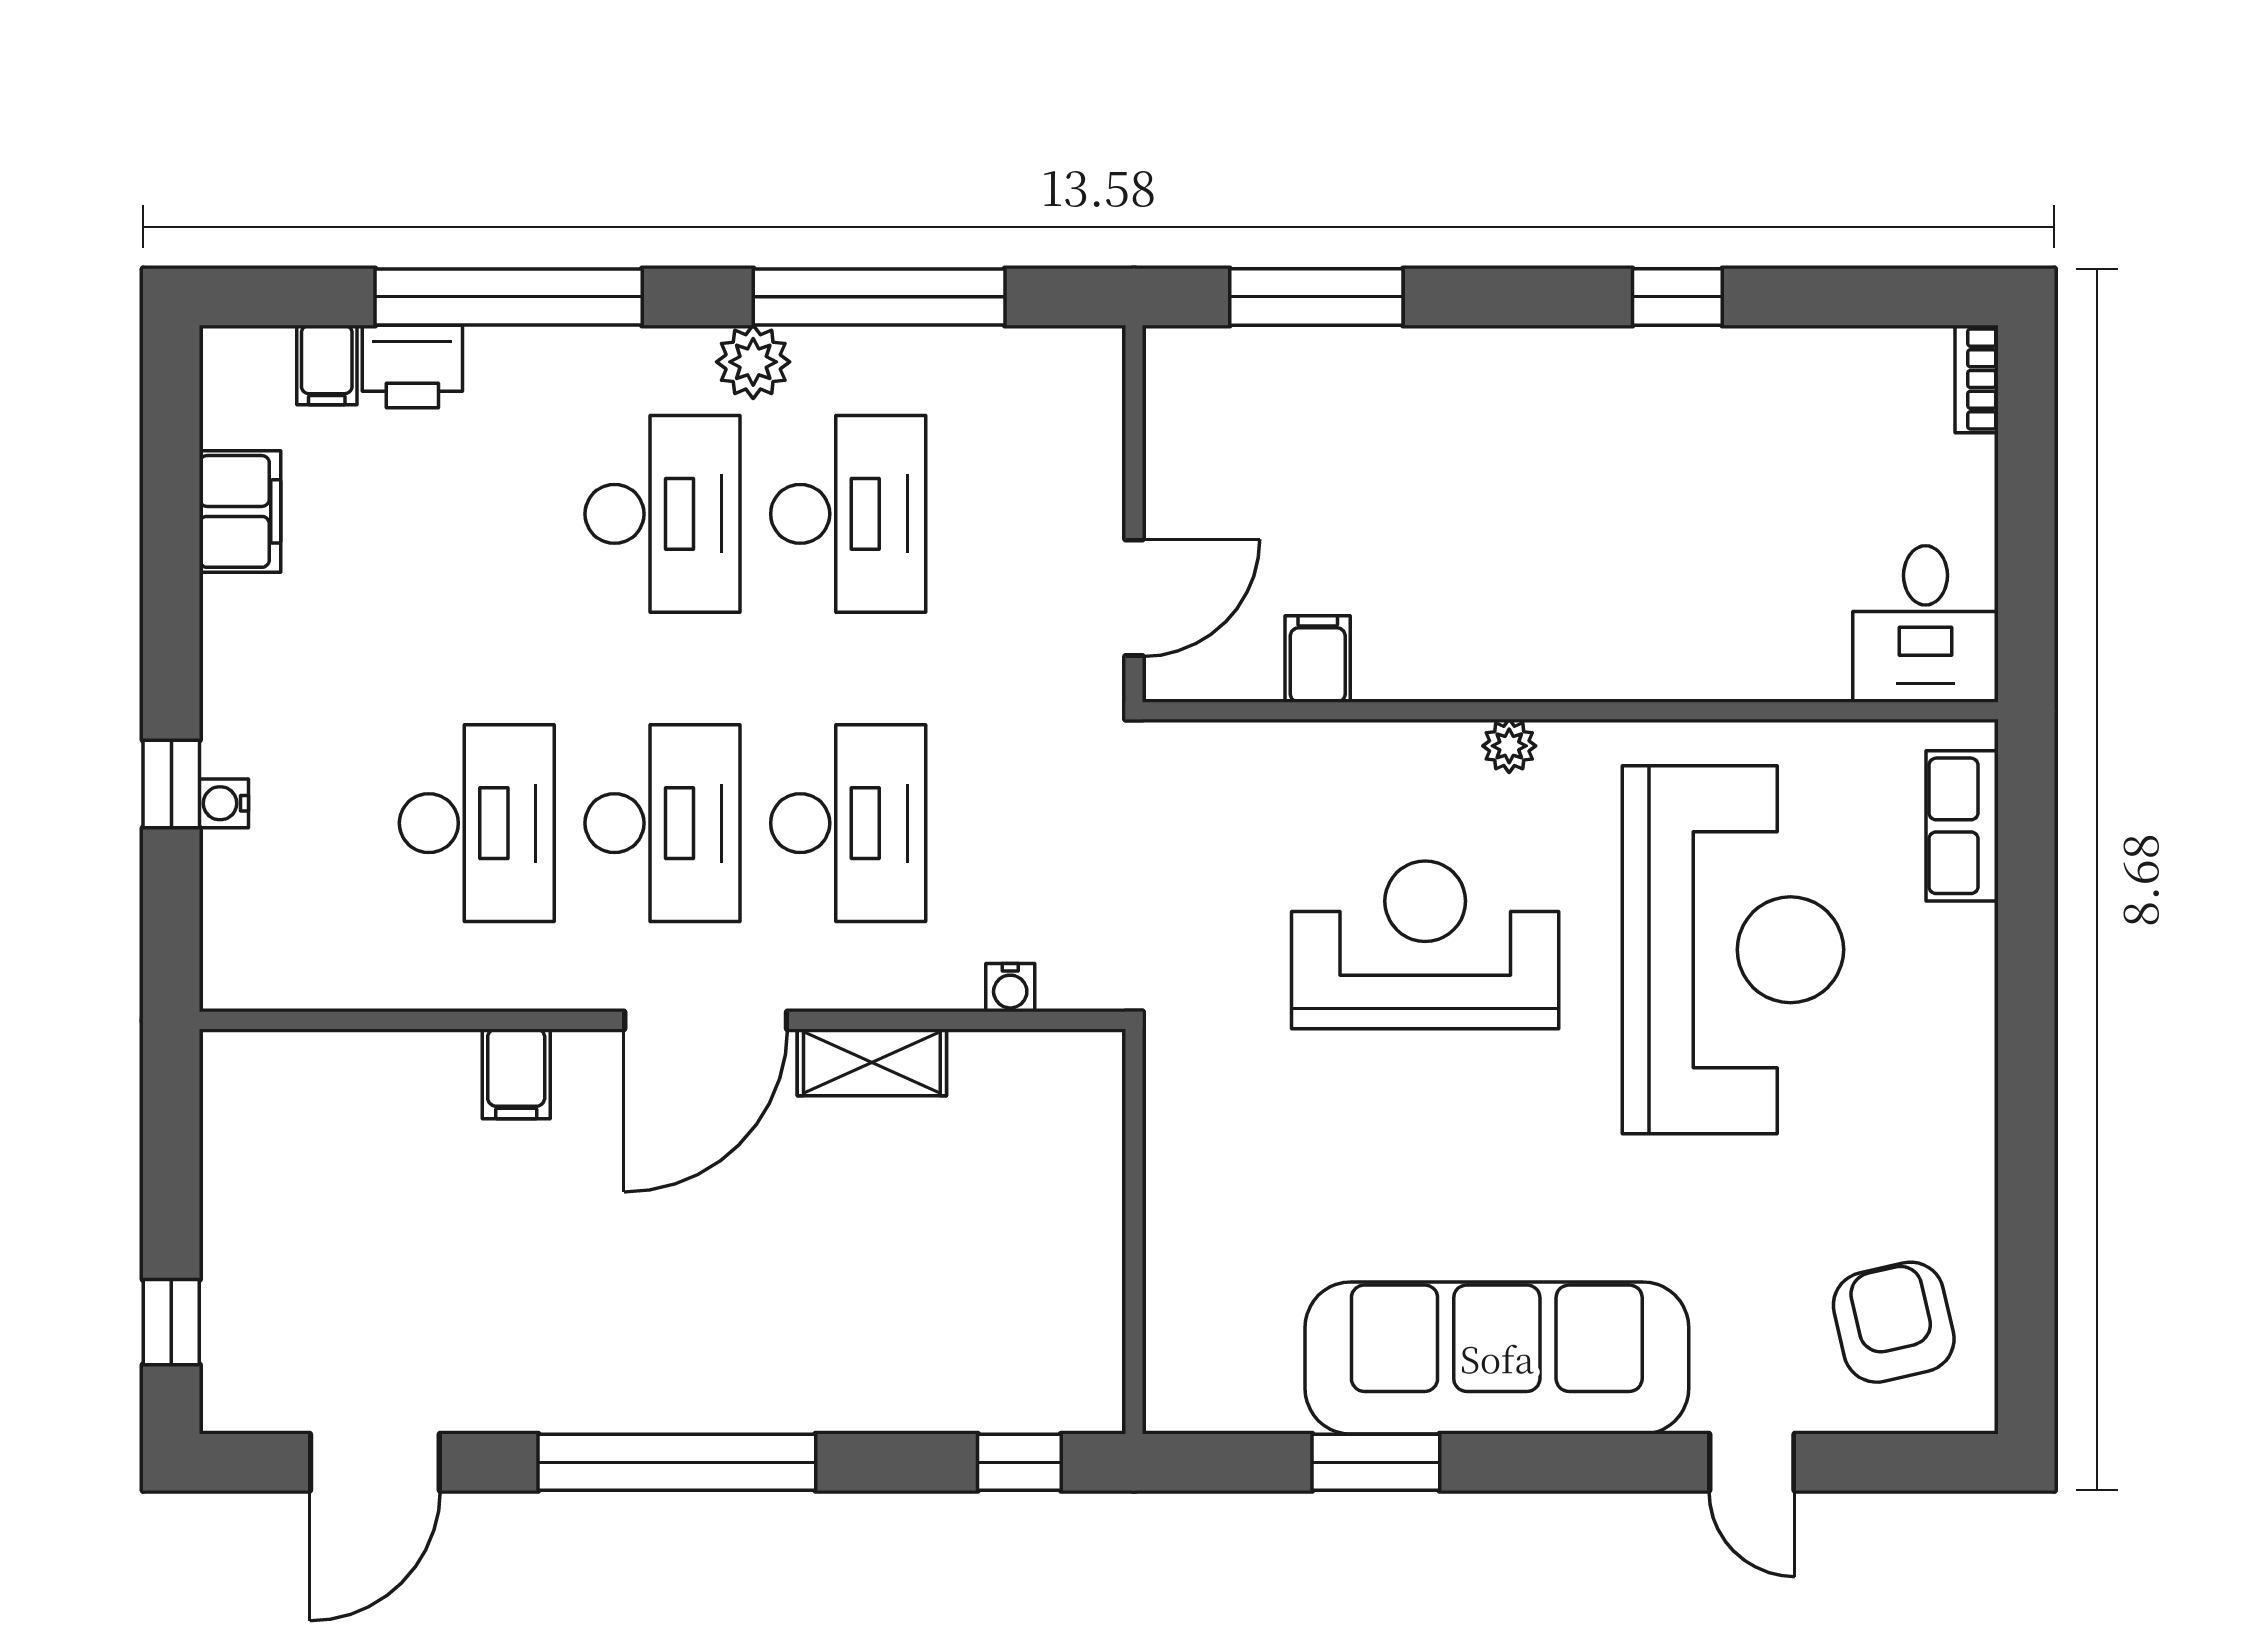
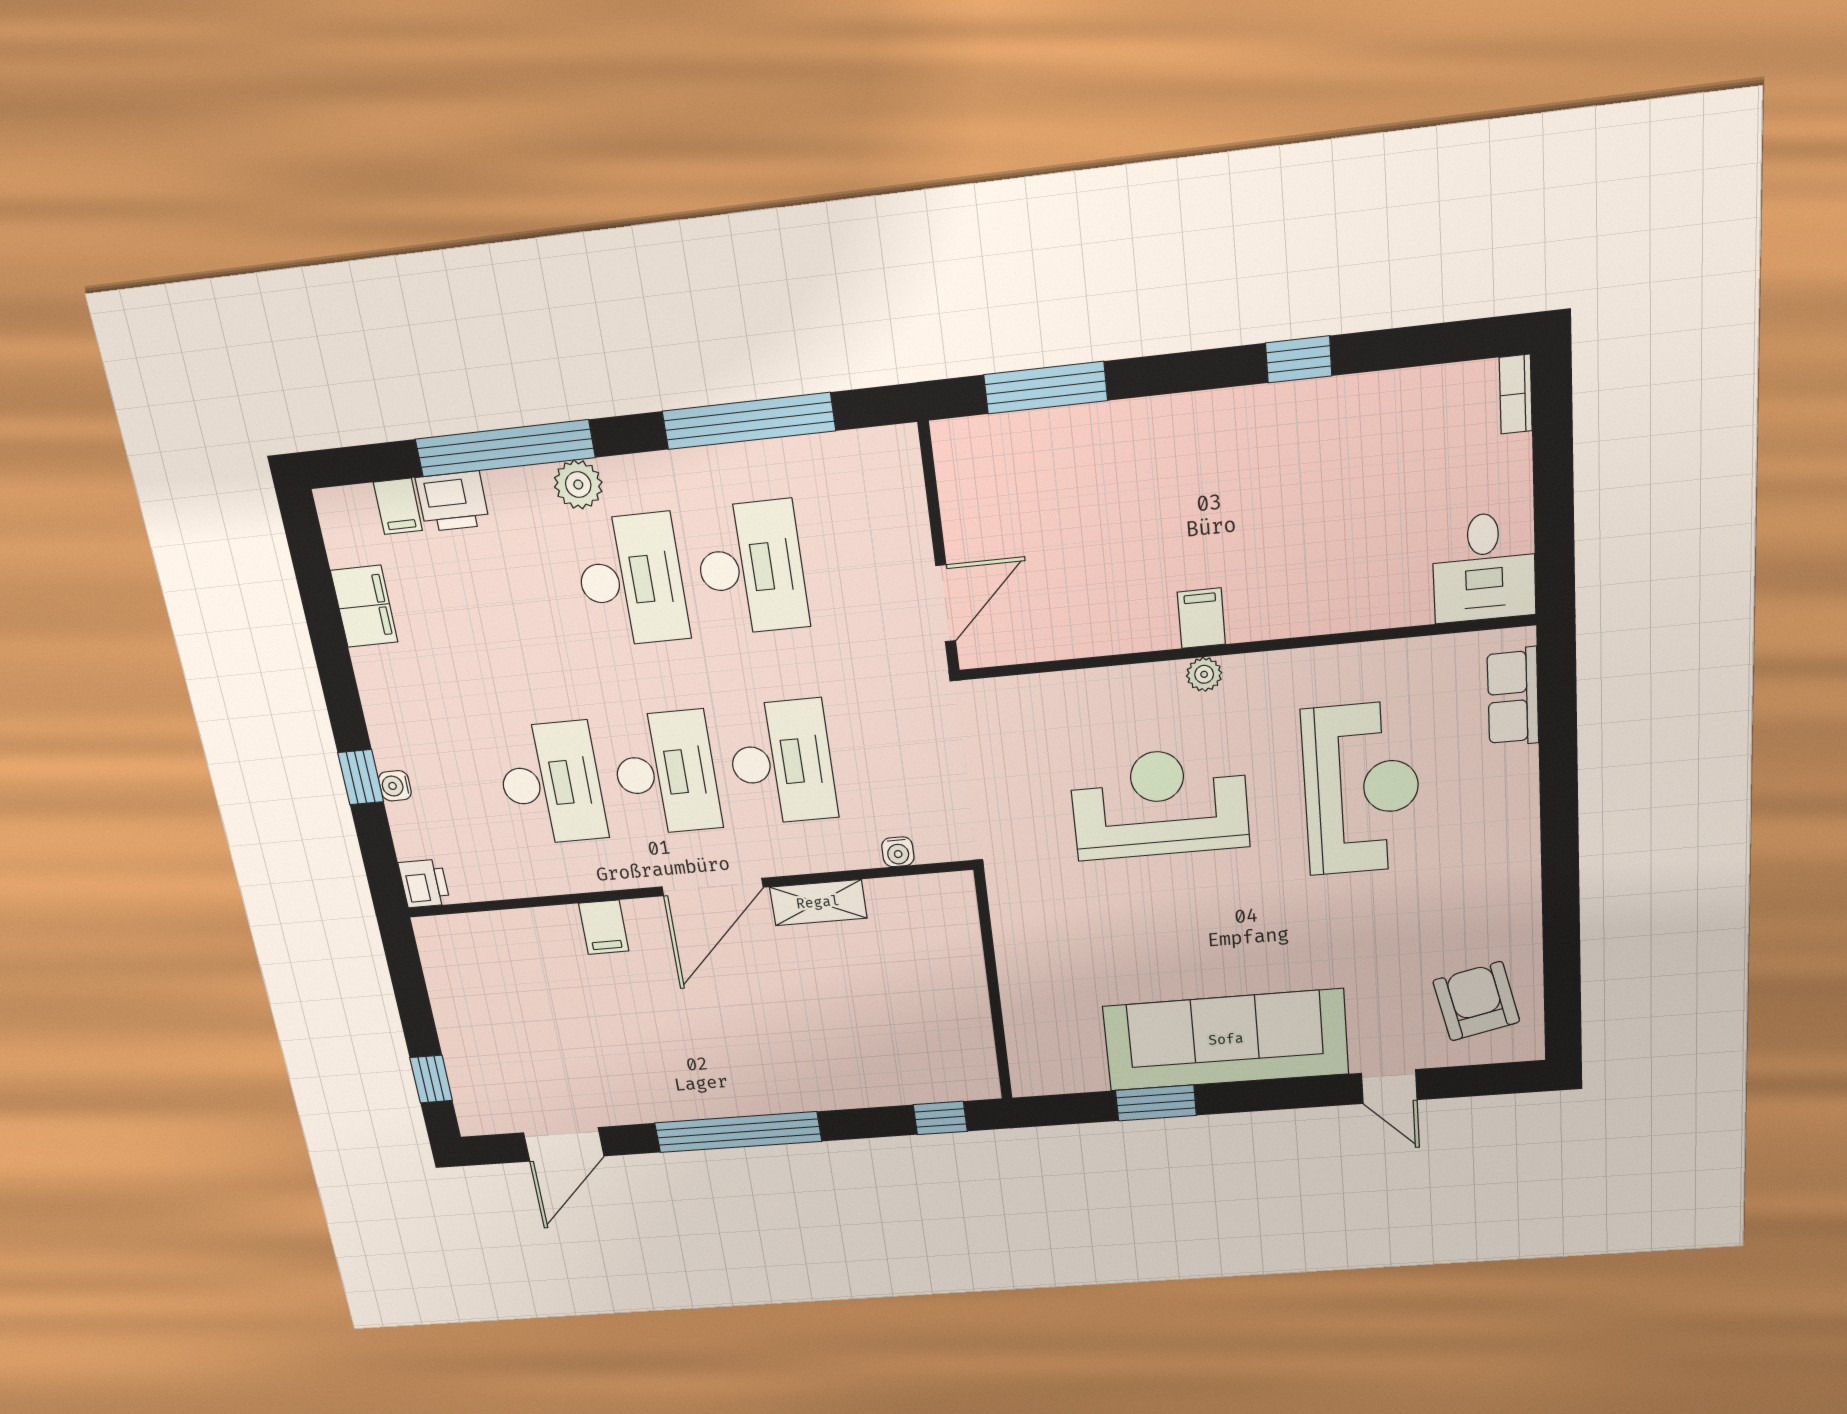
plant: (753, 362) -> (578, 485), moved
filing cabinet: (1318, 659) -> (1201, 618), moved
reception desk: (1733, 950) -> (1362, 789), width x0.74, depth x0.77
printer: (235, 972) -> (424, 884), added

